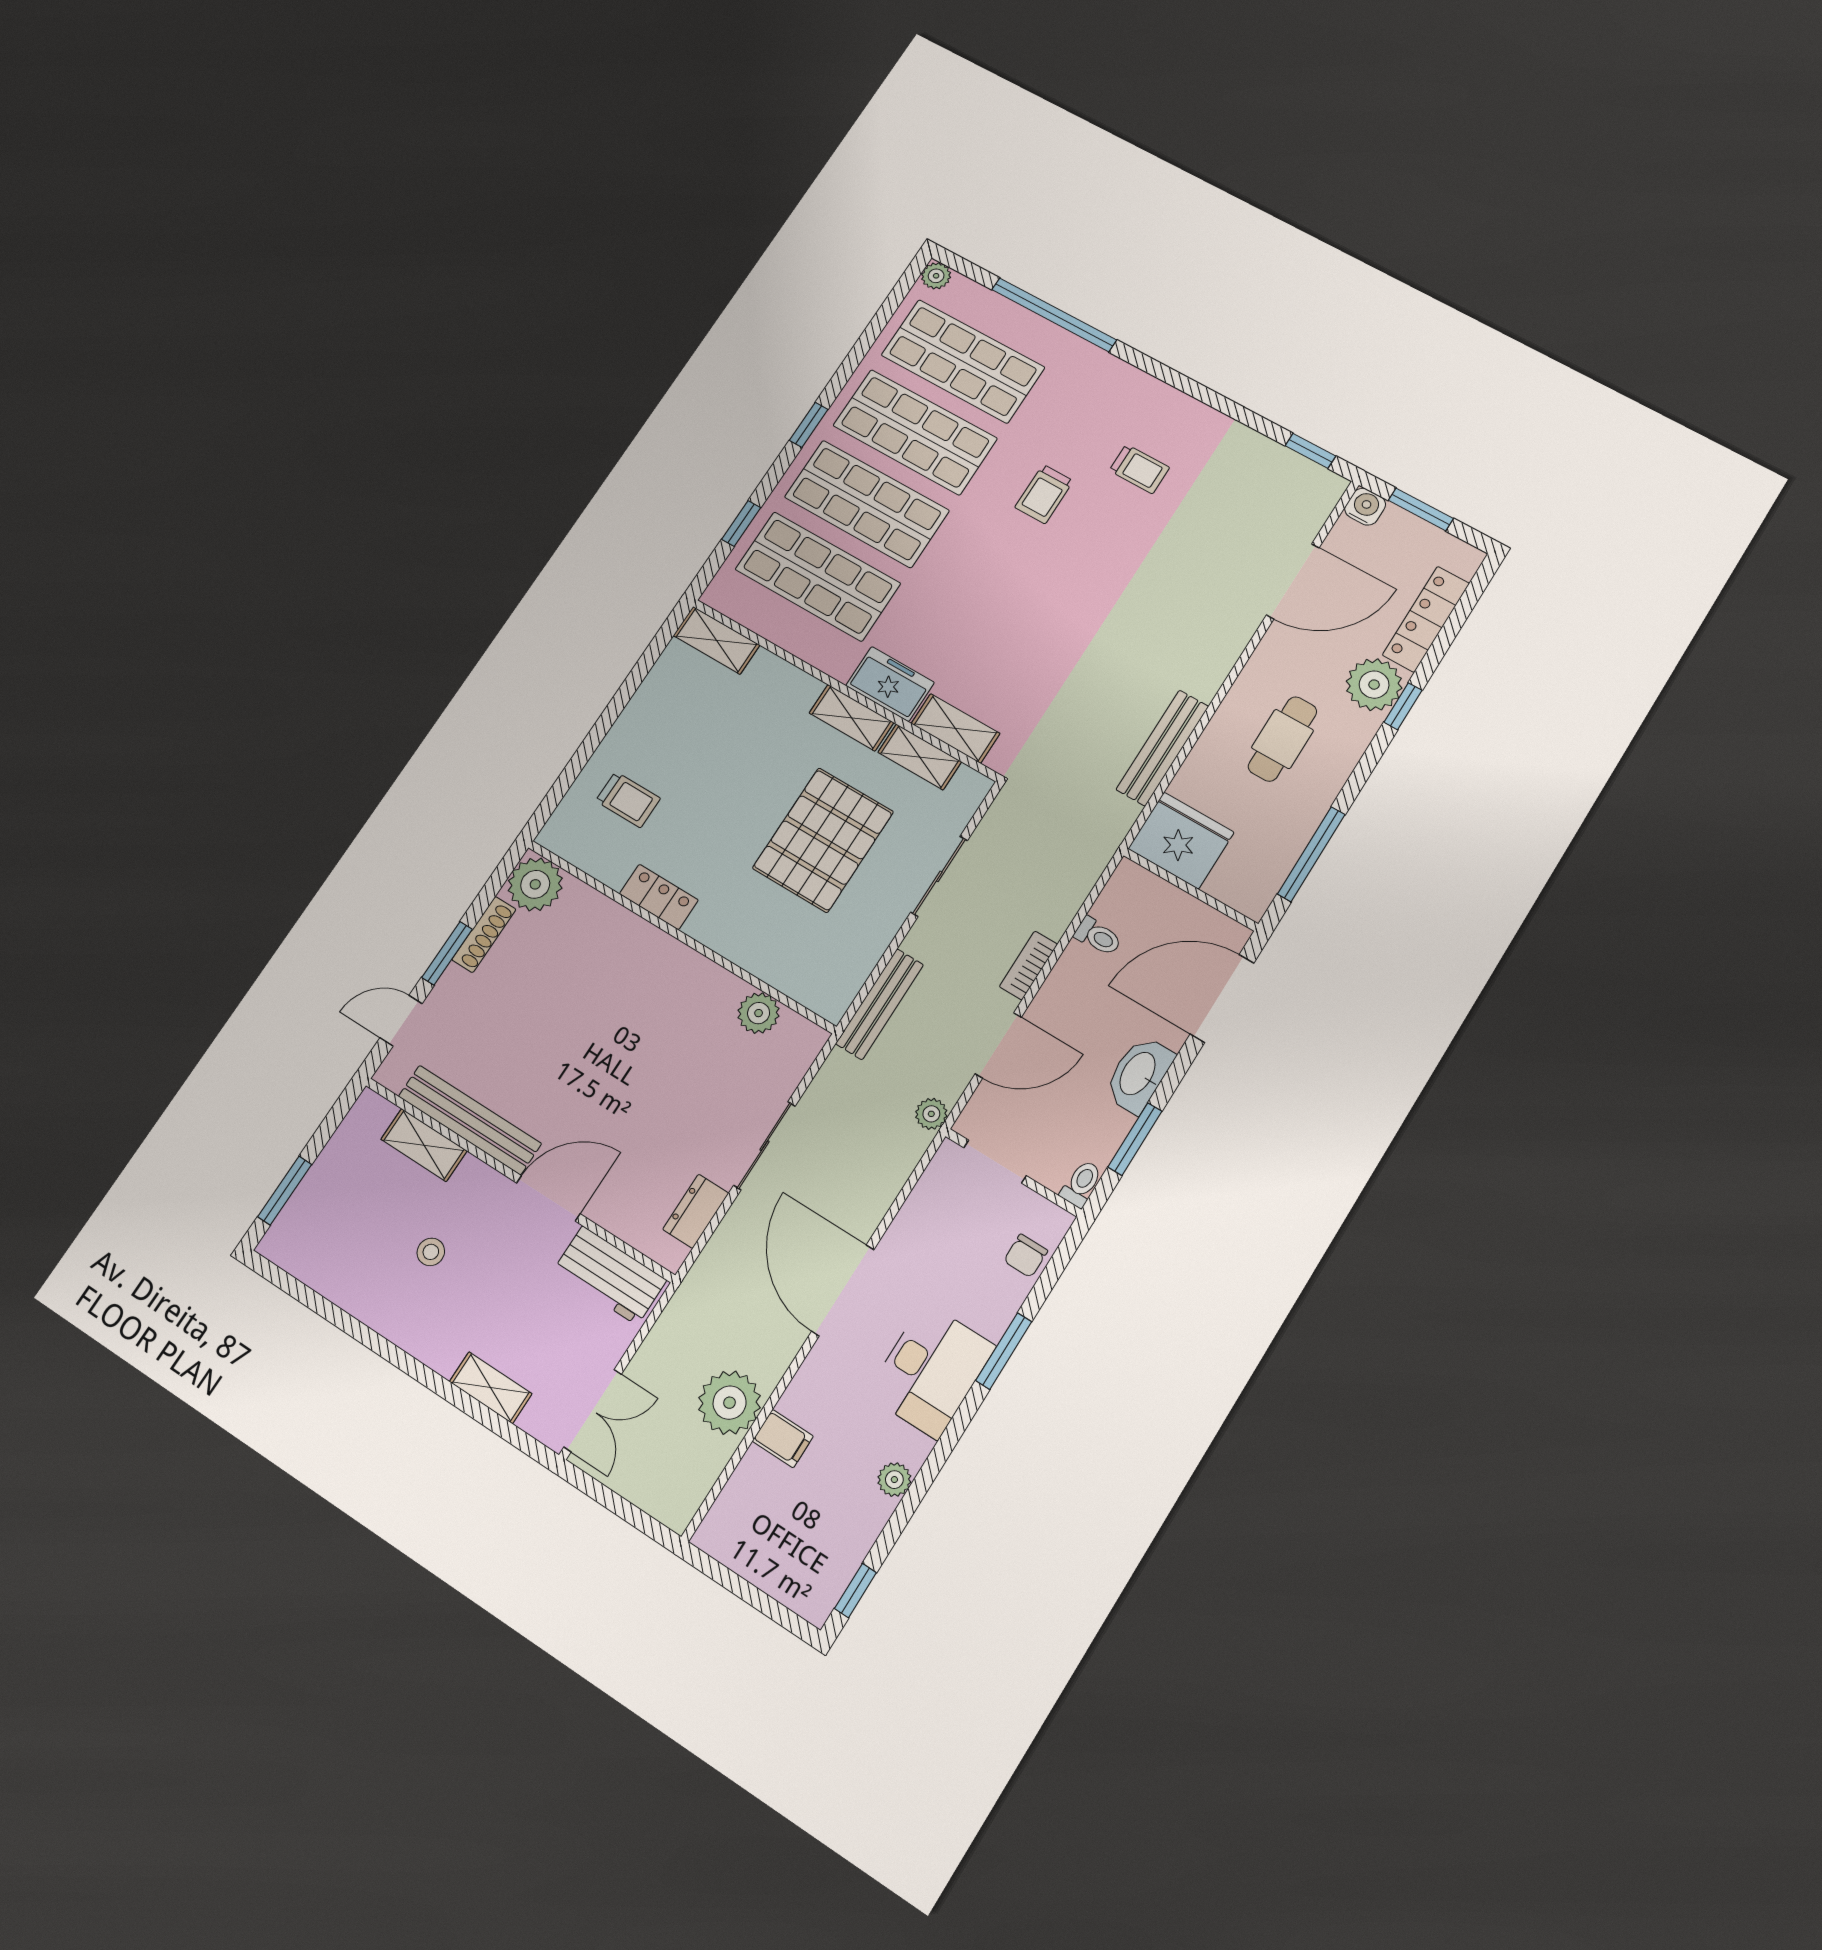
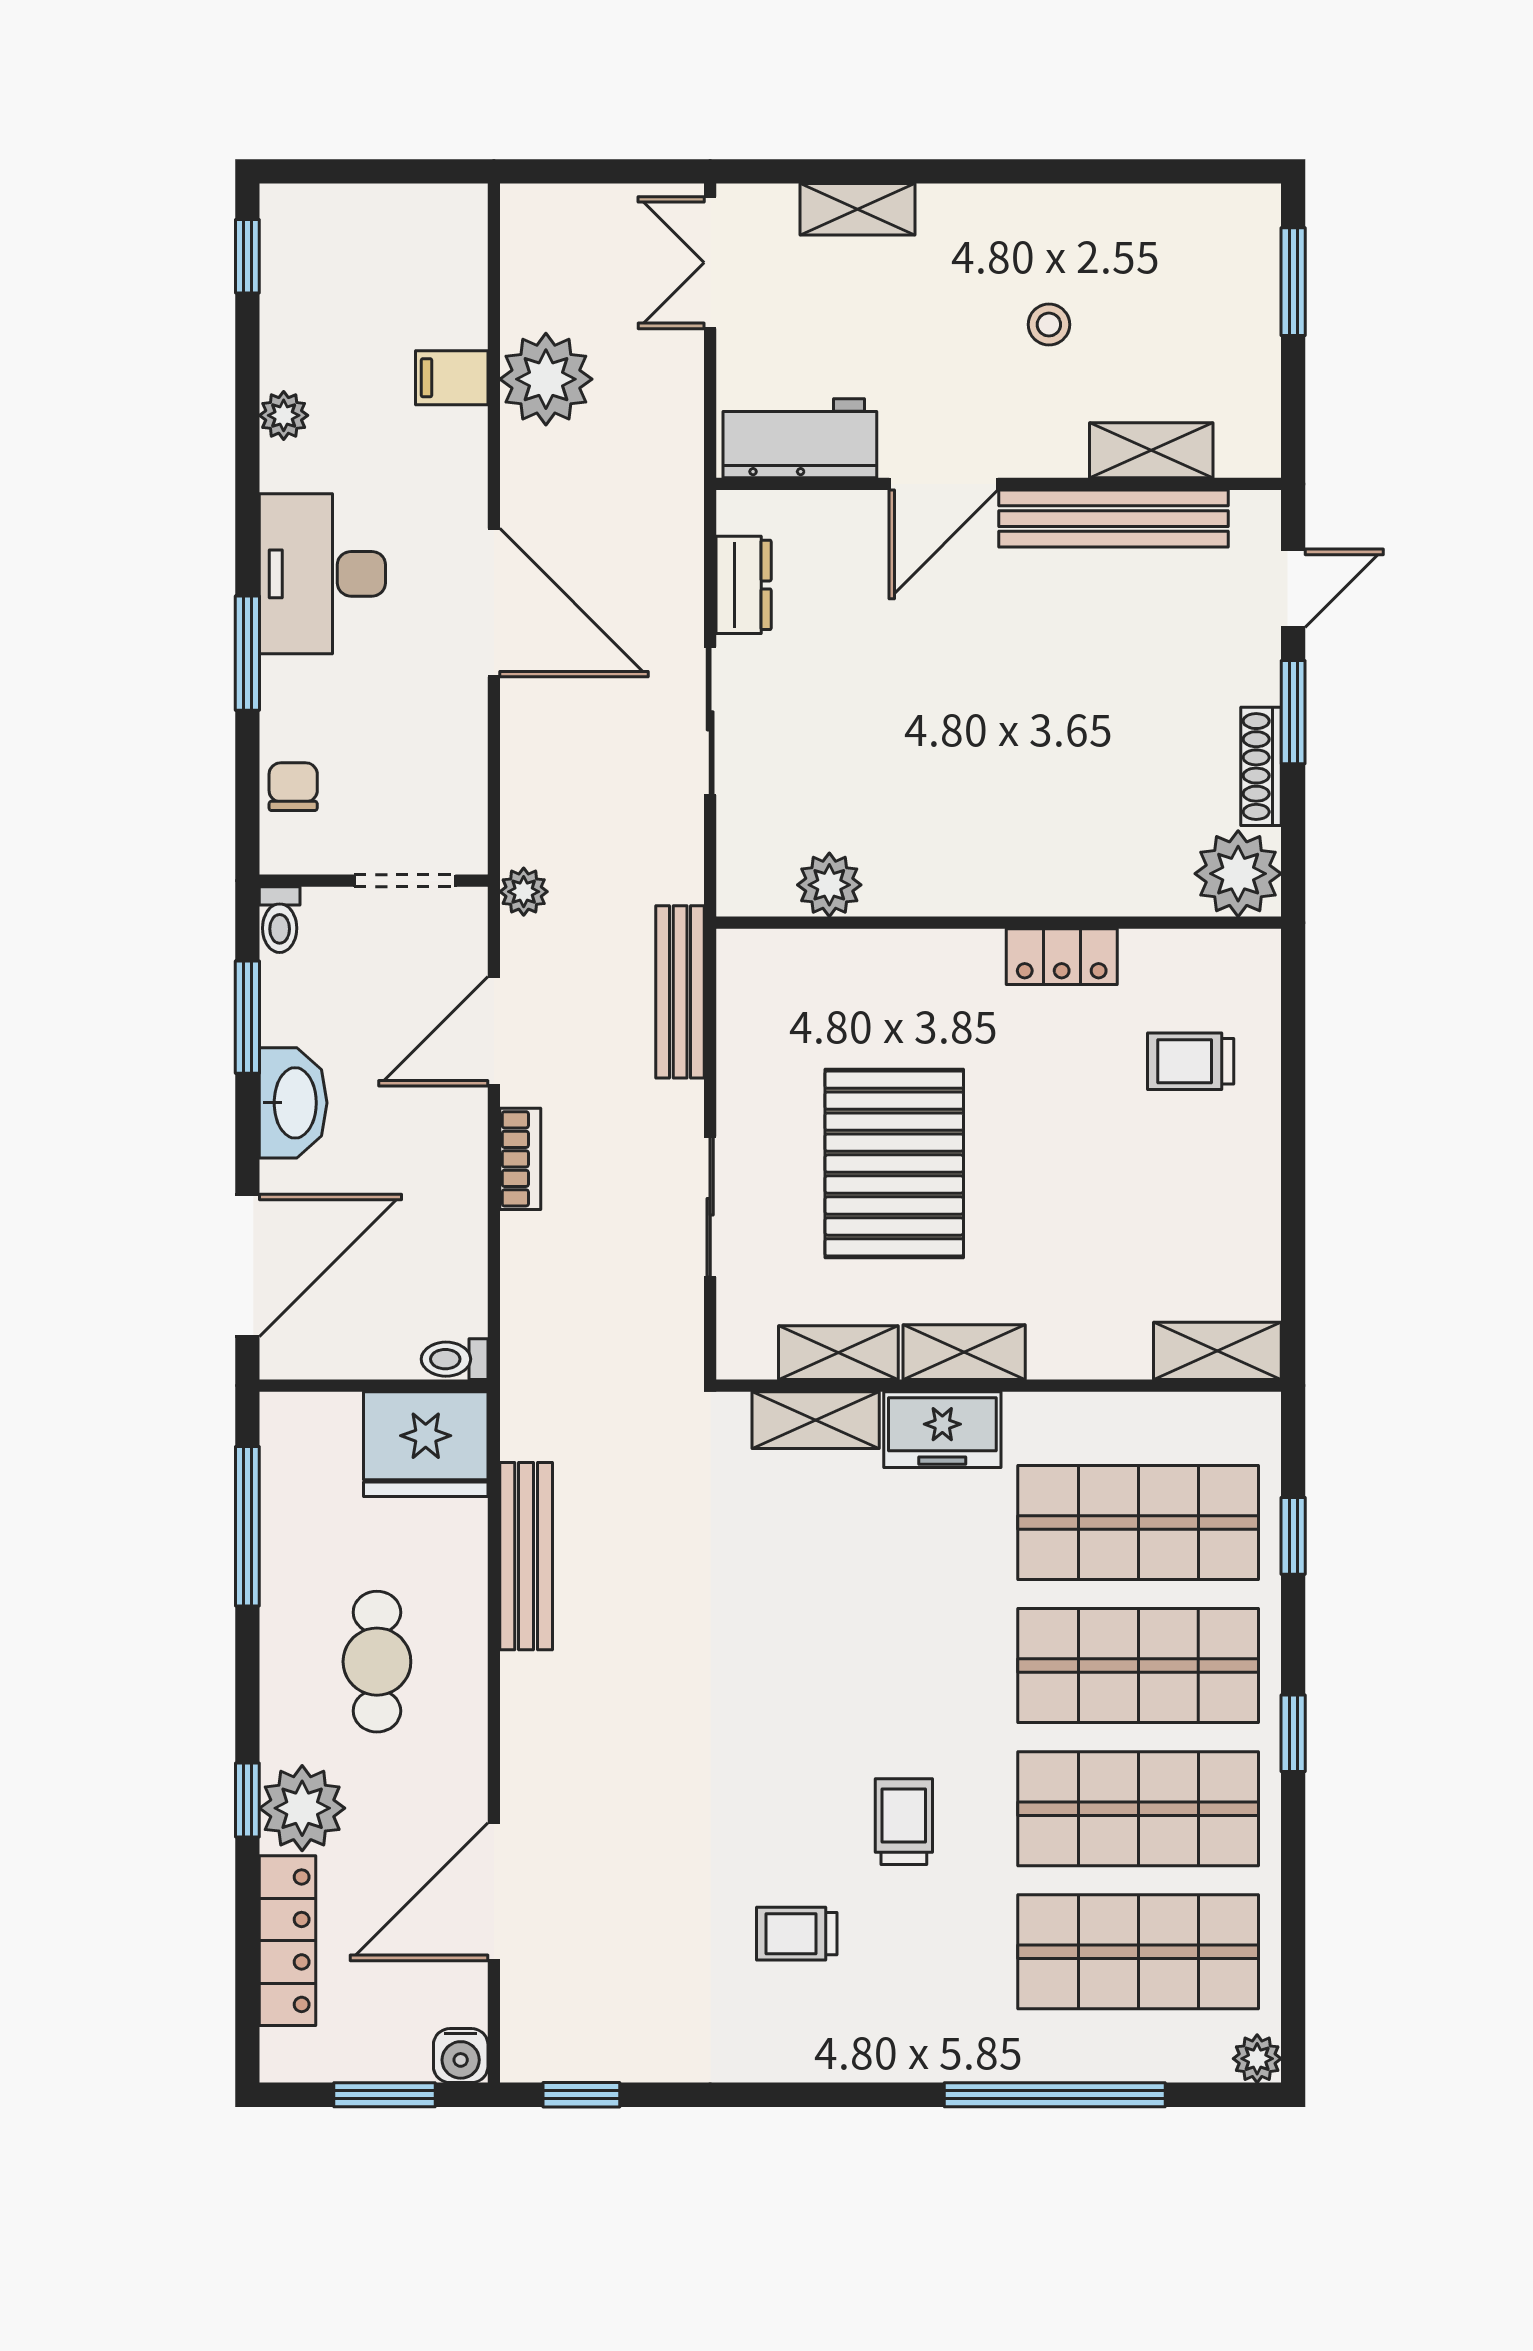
toilet: (1098, 936) -> (455, 1359), moved

